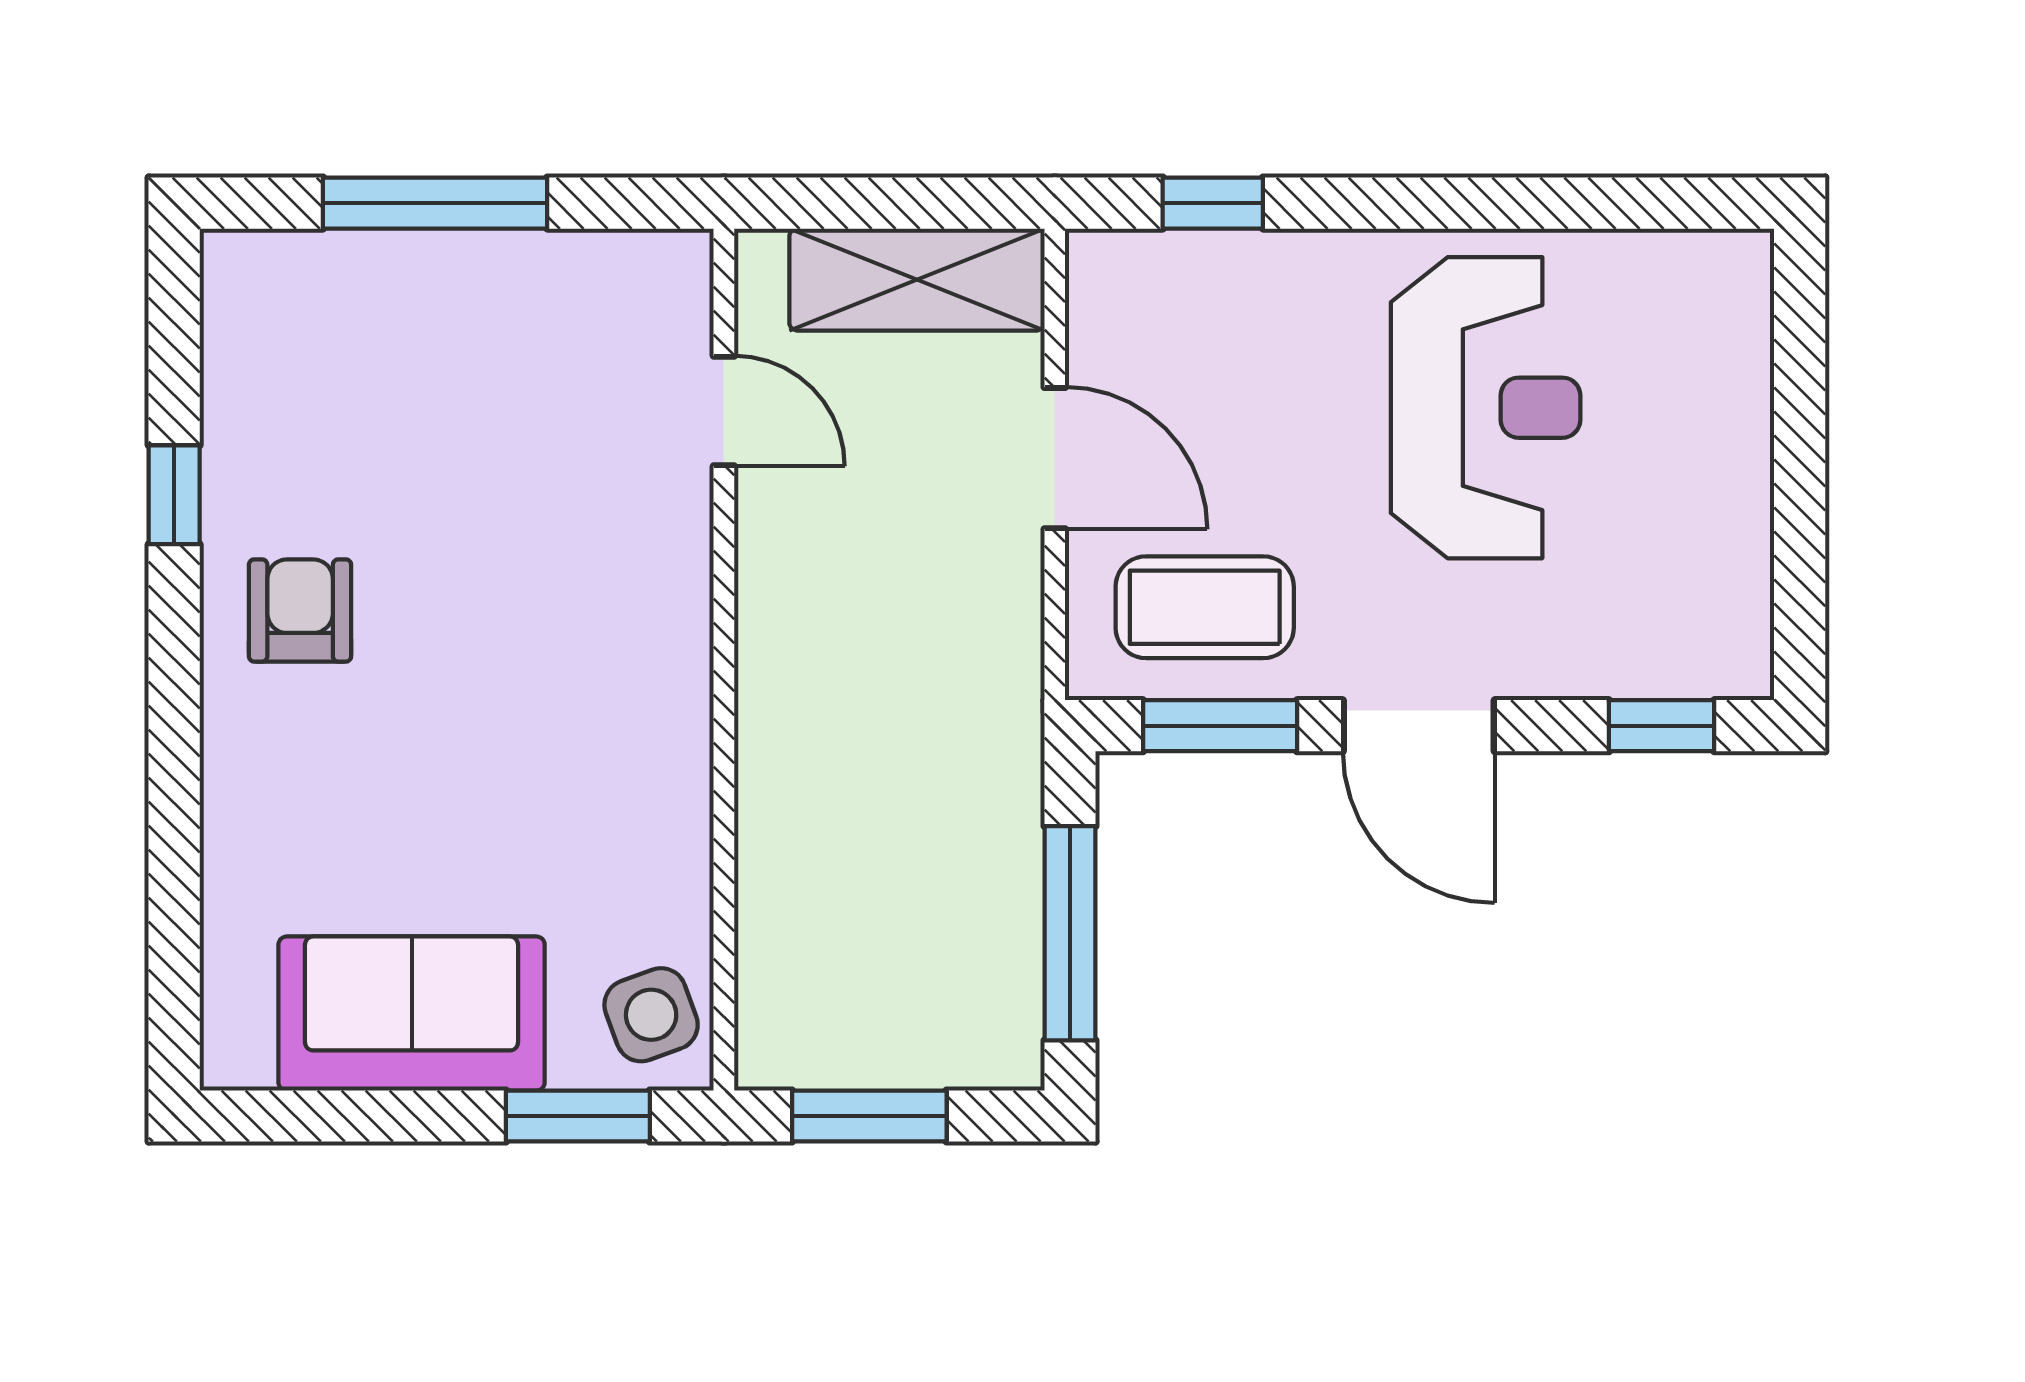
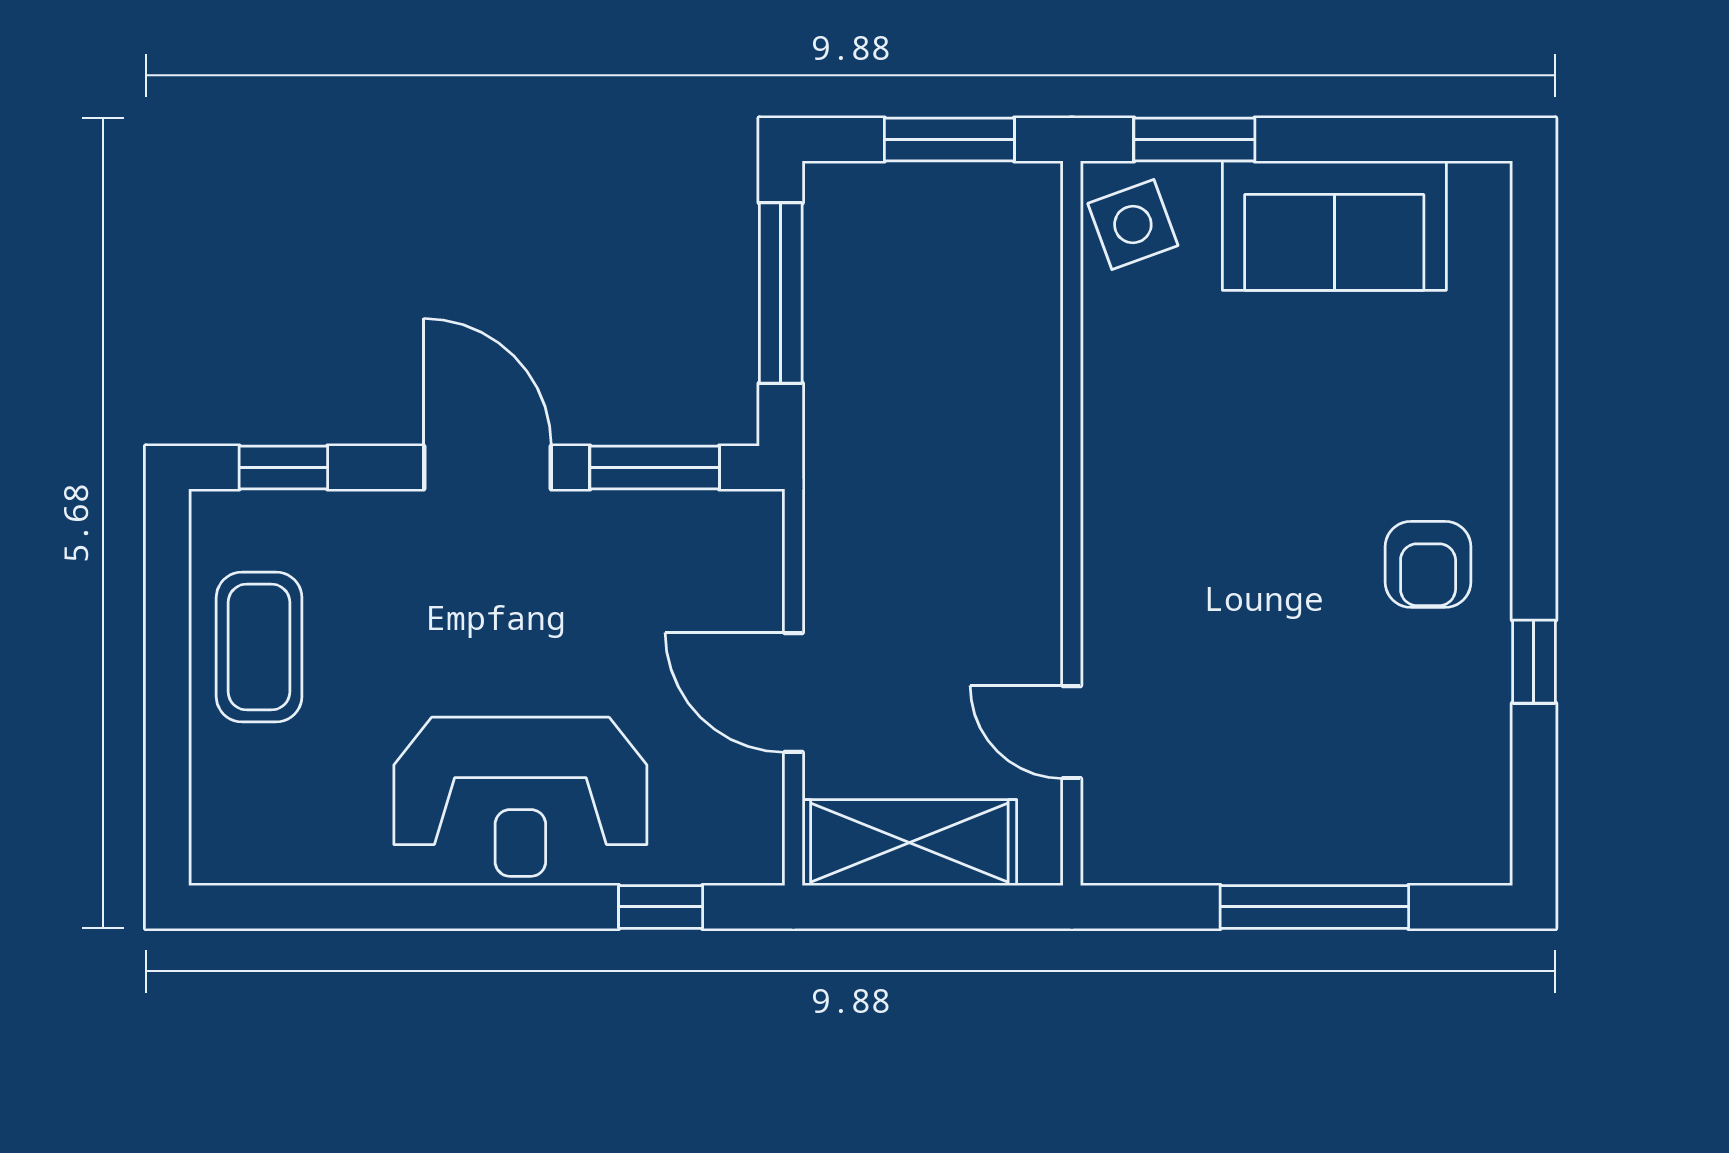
reception desk: (1486, 408) -> (520, 797), moved, turned -90
coffee table: (1205, 607) -> (259, 647), moved, turned 90

